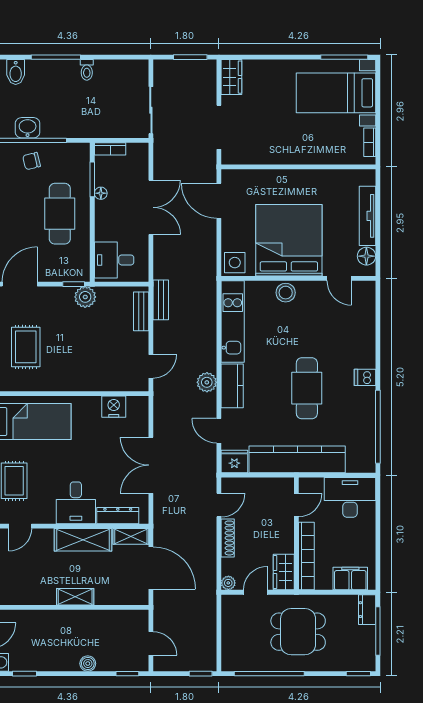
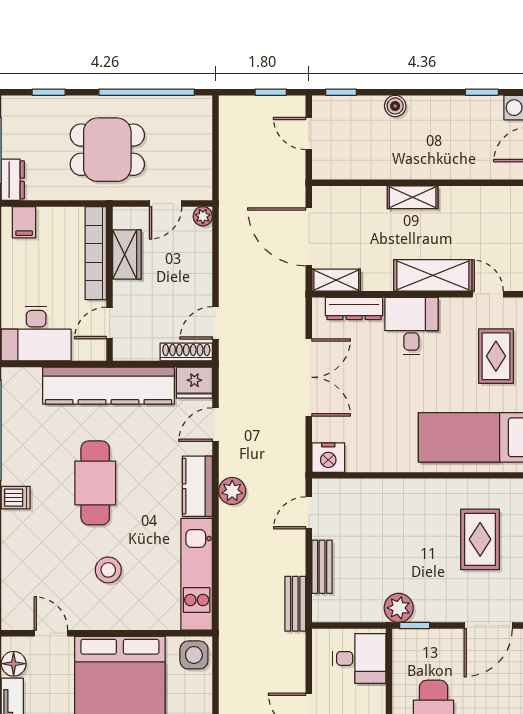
stool: (286, 293) -> (108, 570), moved
bench: (141, 311) -> (322, 567), moved
nightstand: (114, 407) -> (328, 458), moved
door: (219, 431) -> (216, 425), swing flipped
door: (20, 526) -> (488, 294), hinge flipped
shoe rack: (228, 538) -> (186, 352), moved, turned 90
shelving: (83, 540) -> (433, 275), moved
wardrobe: (284, 572) -> (127, 254), moved
filing cabinet: (350, 579) -> (24, 222), width x0.50
window: (201, 674) -> (271, 92), moved
window: (358, 674) -> (49, 92), moved

